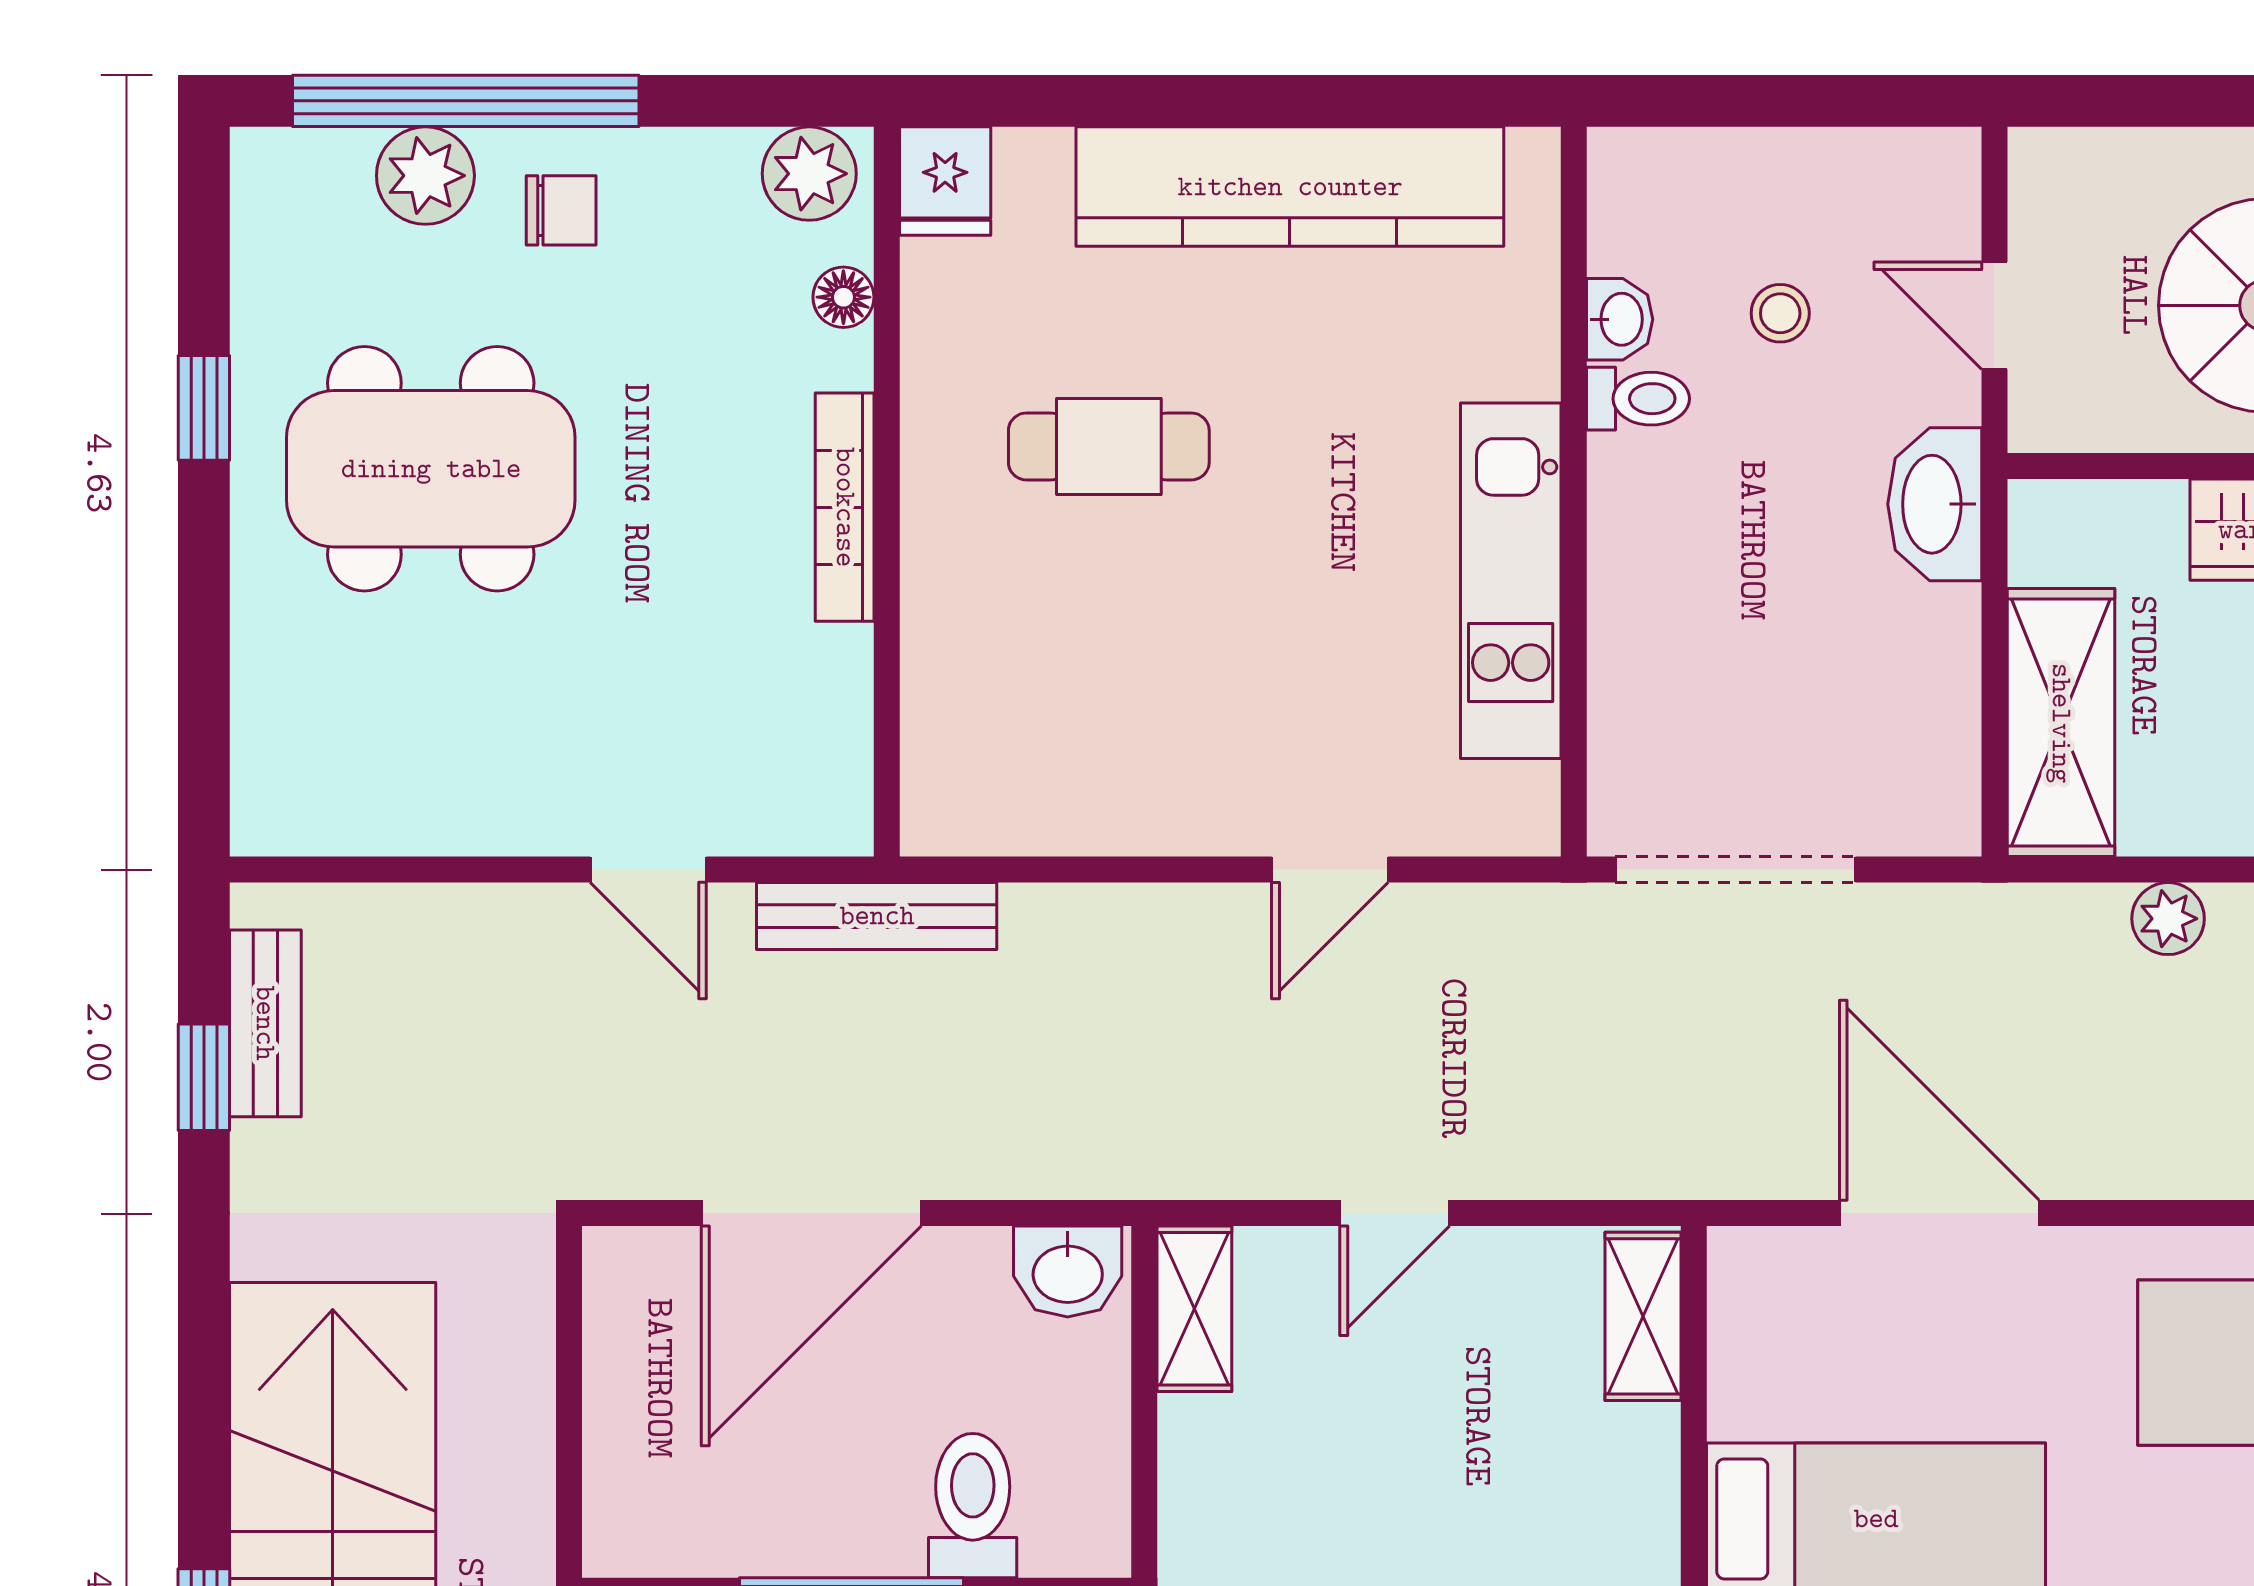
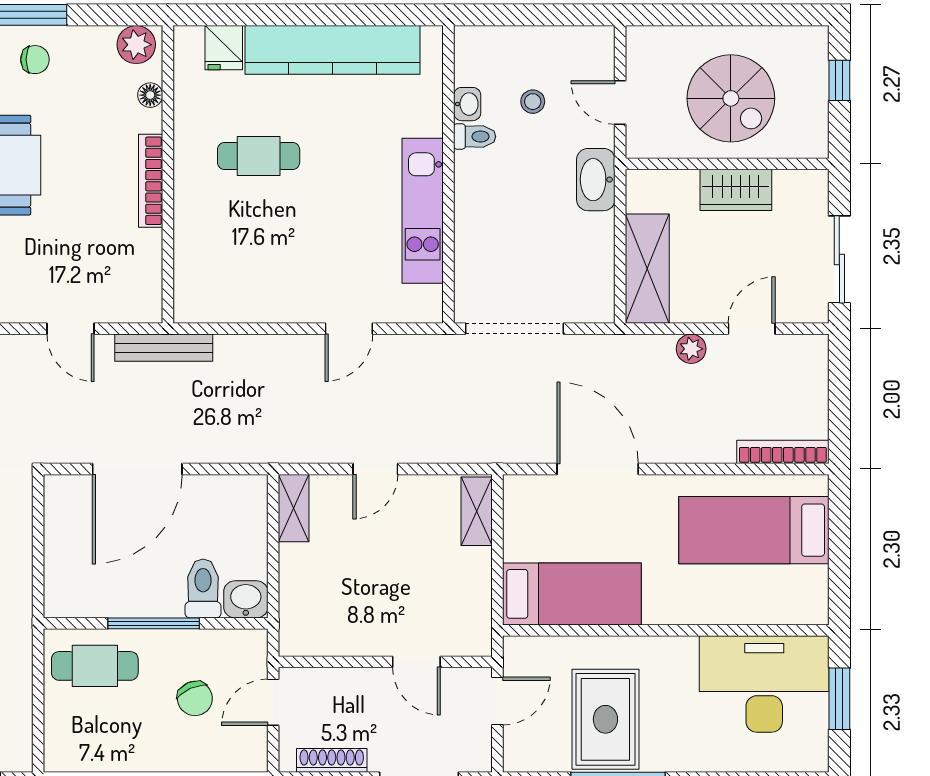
fridge: (945, 181) -> (224, 48), moved
washbasin: (1068, 1272) -> (246, 599), moved, turned 180

